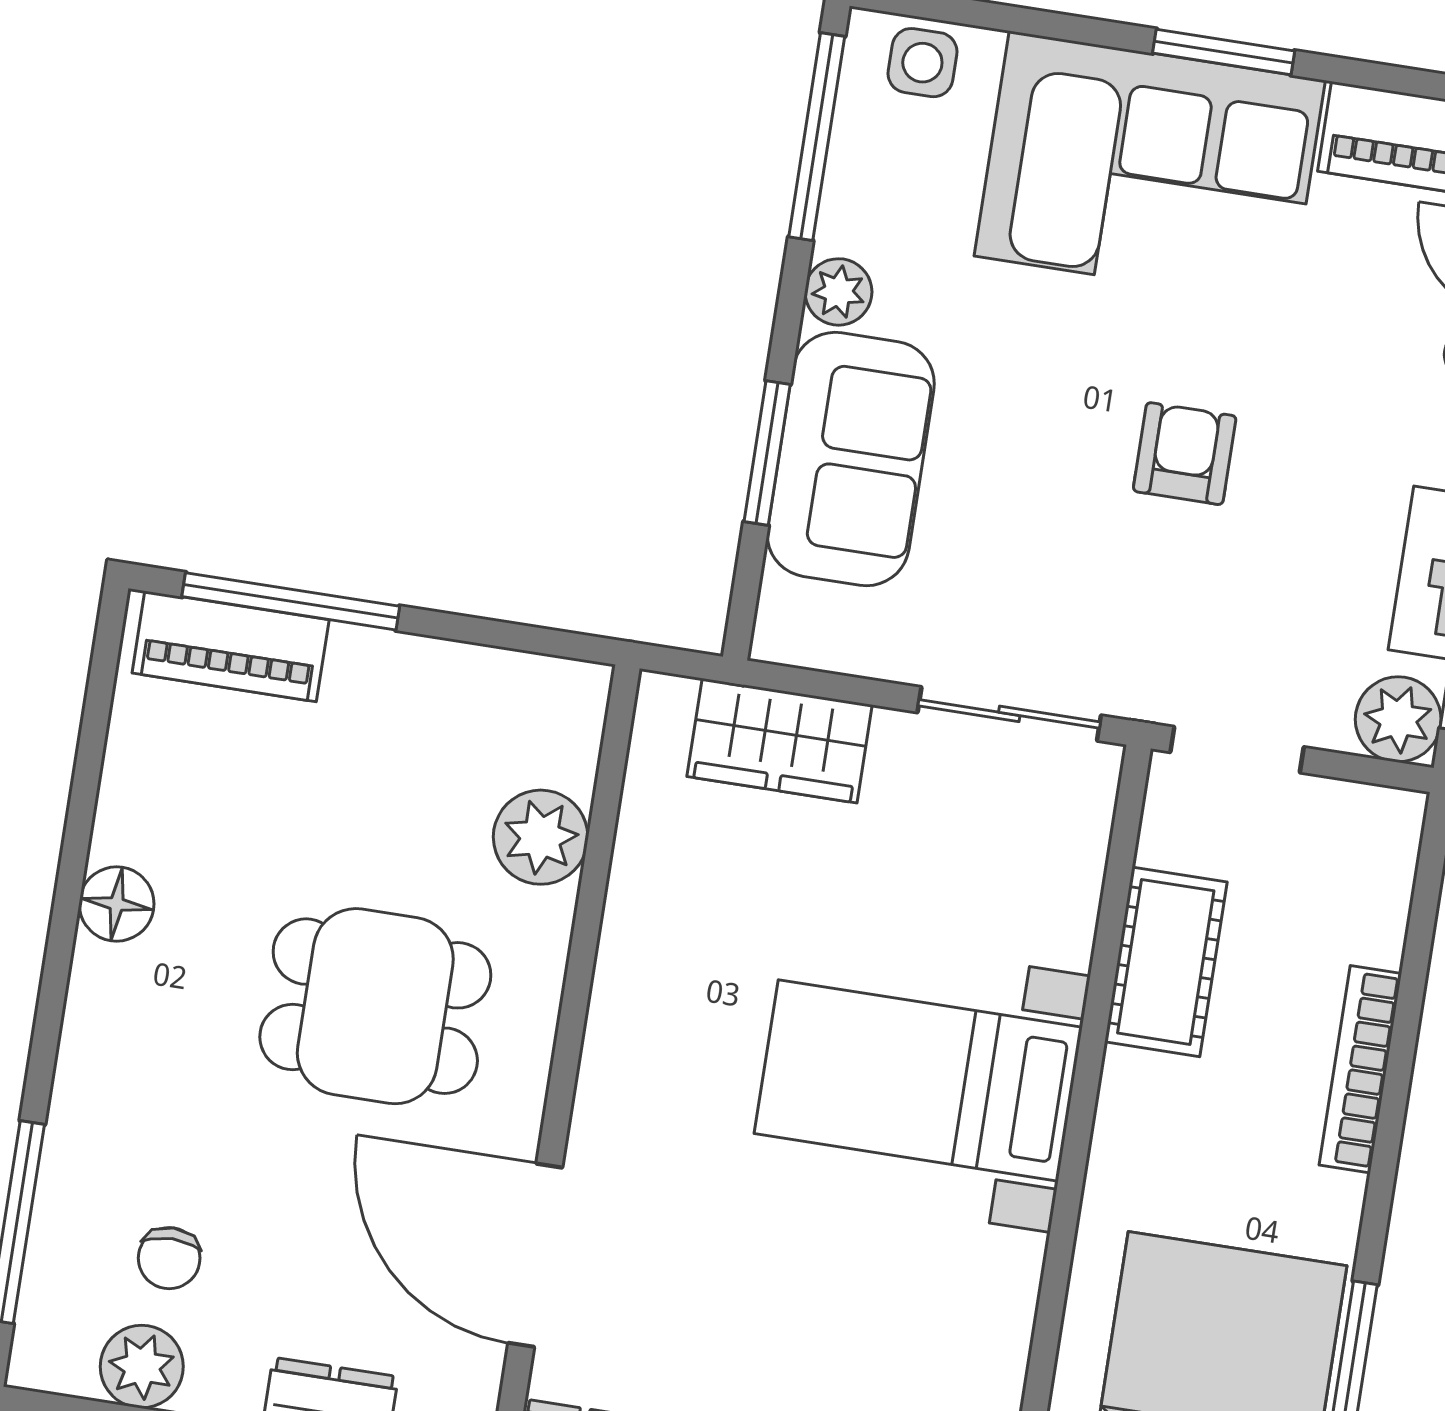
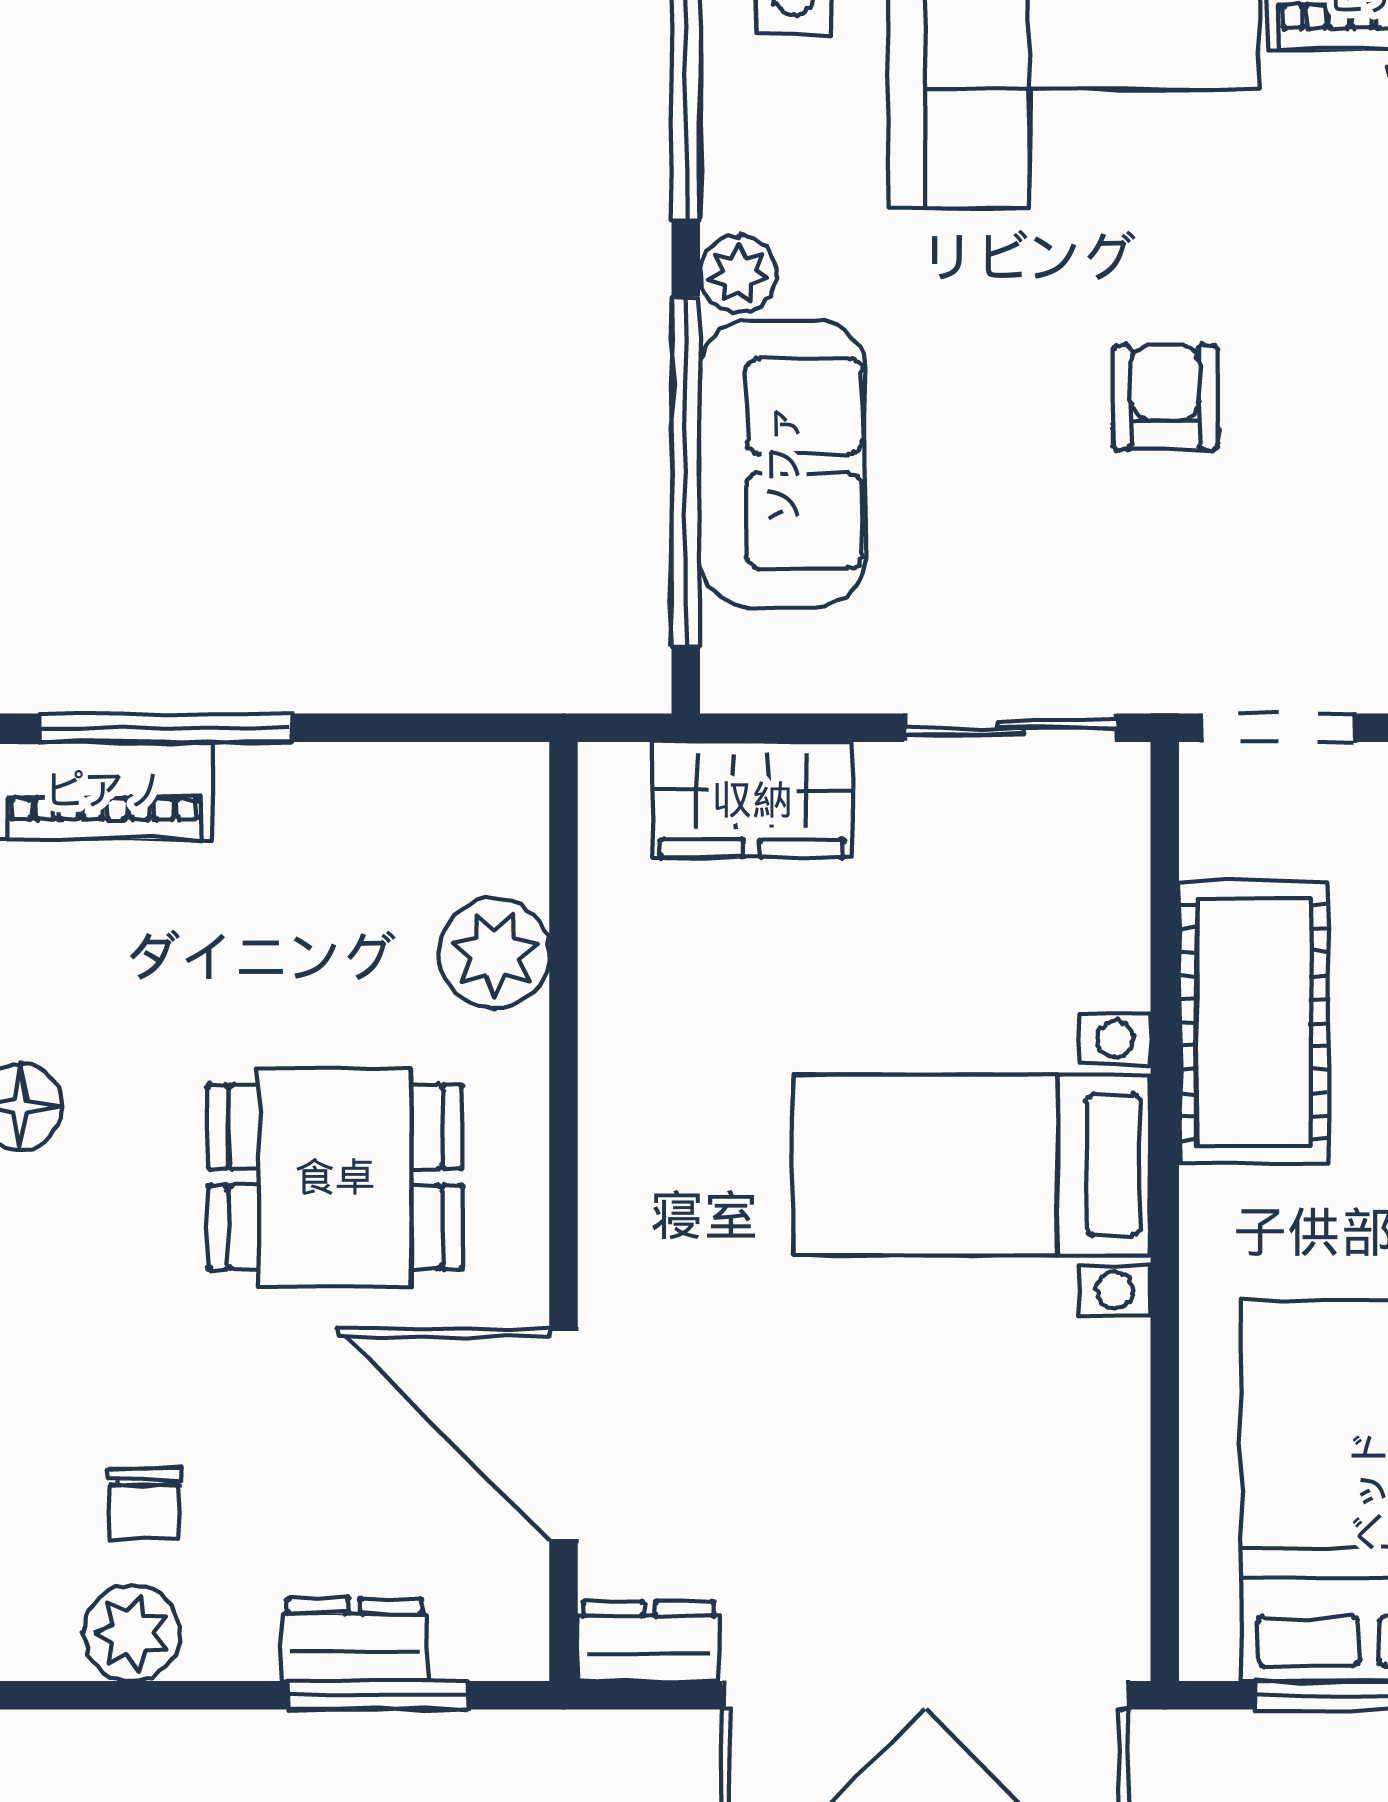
window: (767, 453) -> (686, 472), width x2.11
cot: (1166, 962) -> (1254, 1022), width x1.37, depth x1.34

